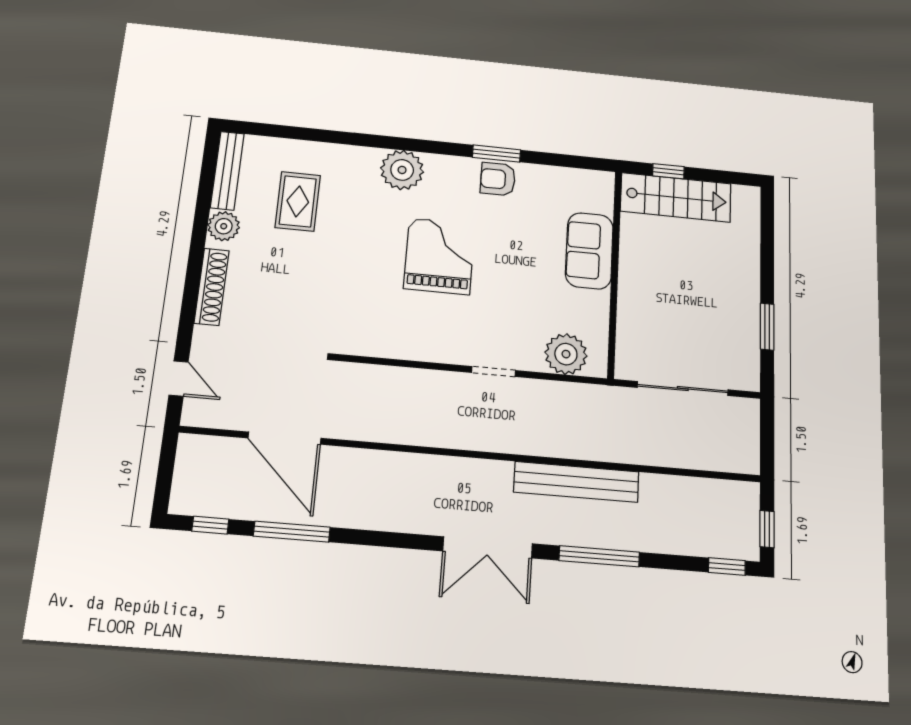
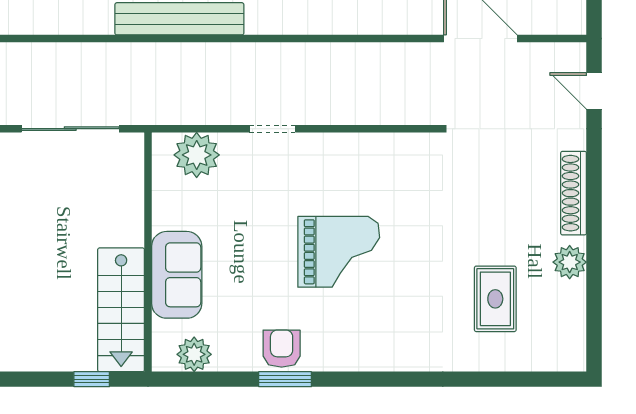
plant: (402, 170) -> (194, 354), moved, width x0.73, depth x0.73
bench: (227, 171) -> (574, 326), removed
armchair: (498, 179) -> (282, 349), turned -90
stairs: (676, 197) -> (121, 310), moved, turned -90
grand piano: (439, 256) -> (339, 252), turned -90

